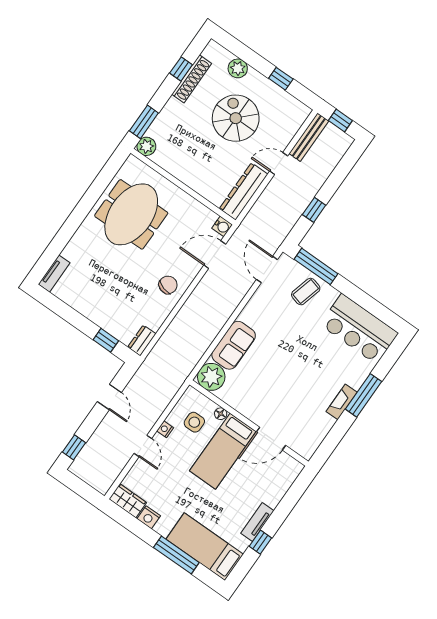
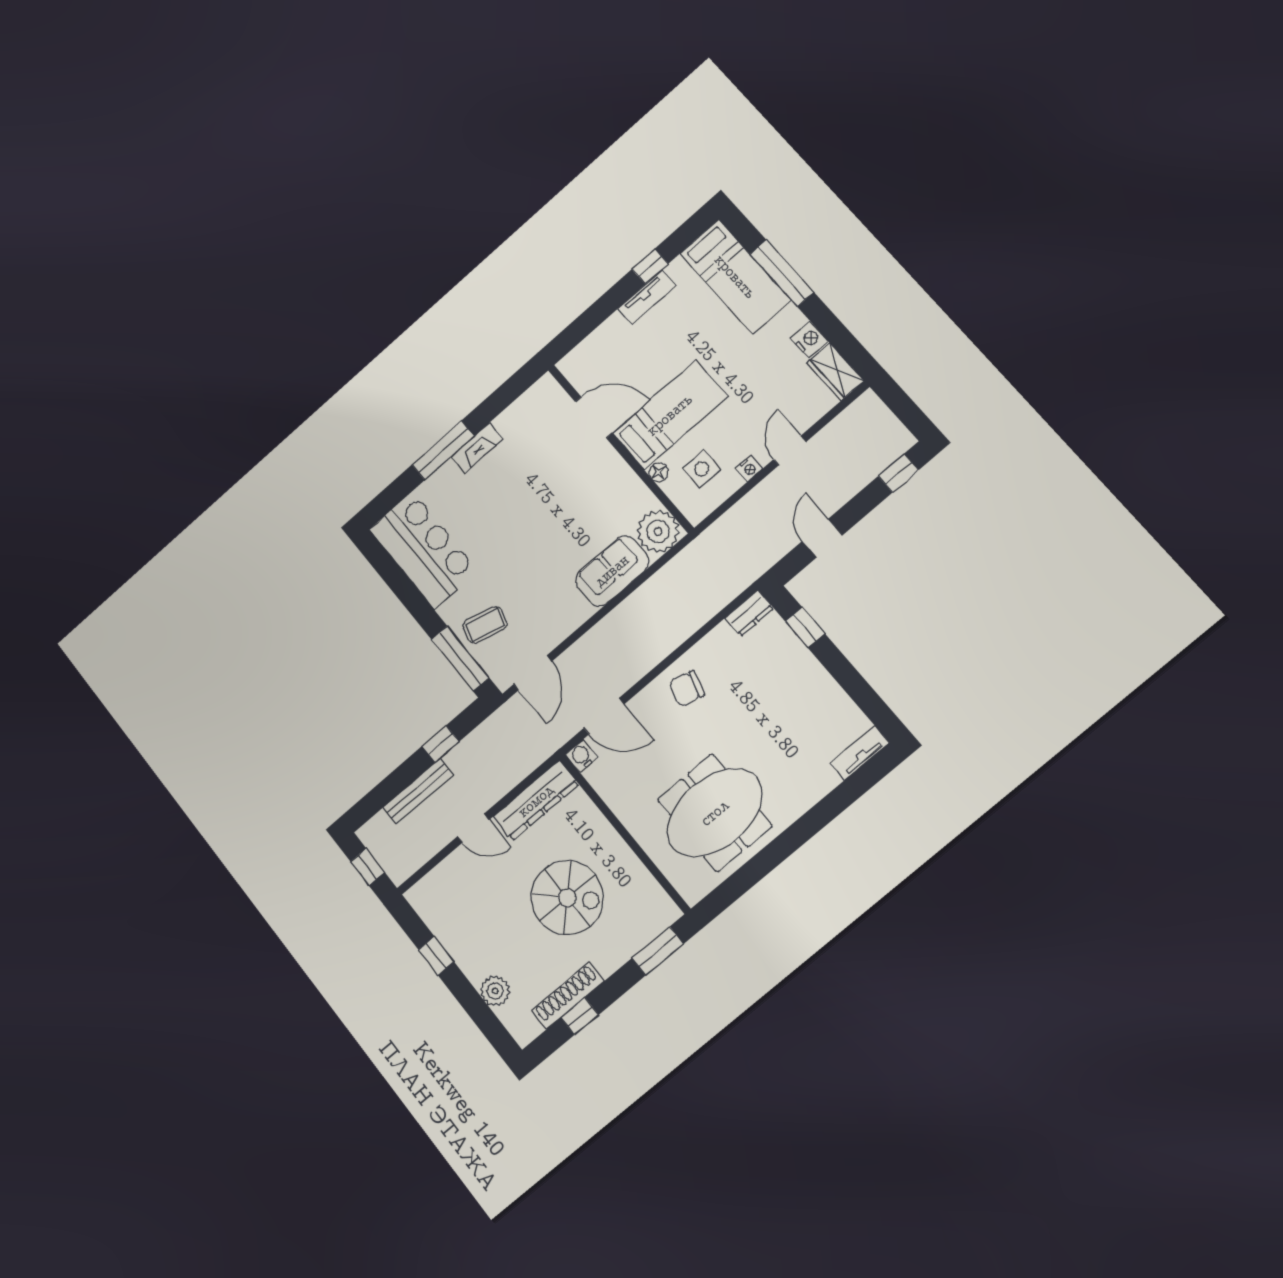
spiral stairs: (236, 118) -> (567, 898), moved, turned -90
bench: (309, 137) -> (418, 791), moved
plant: (146, 146) -> (664, 912), removed

